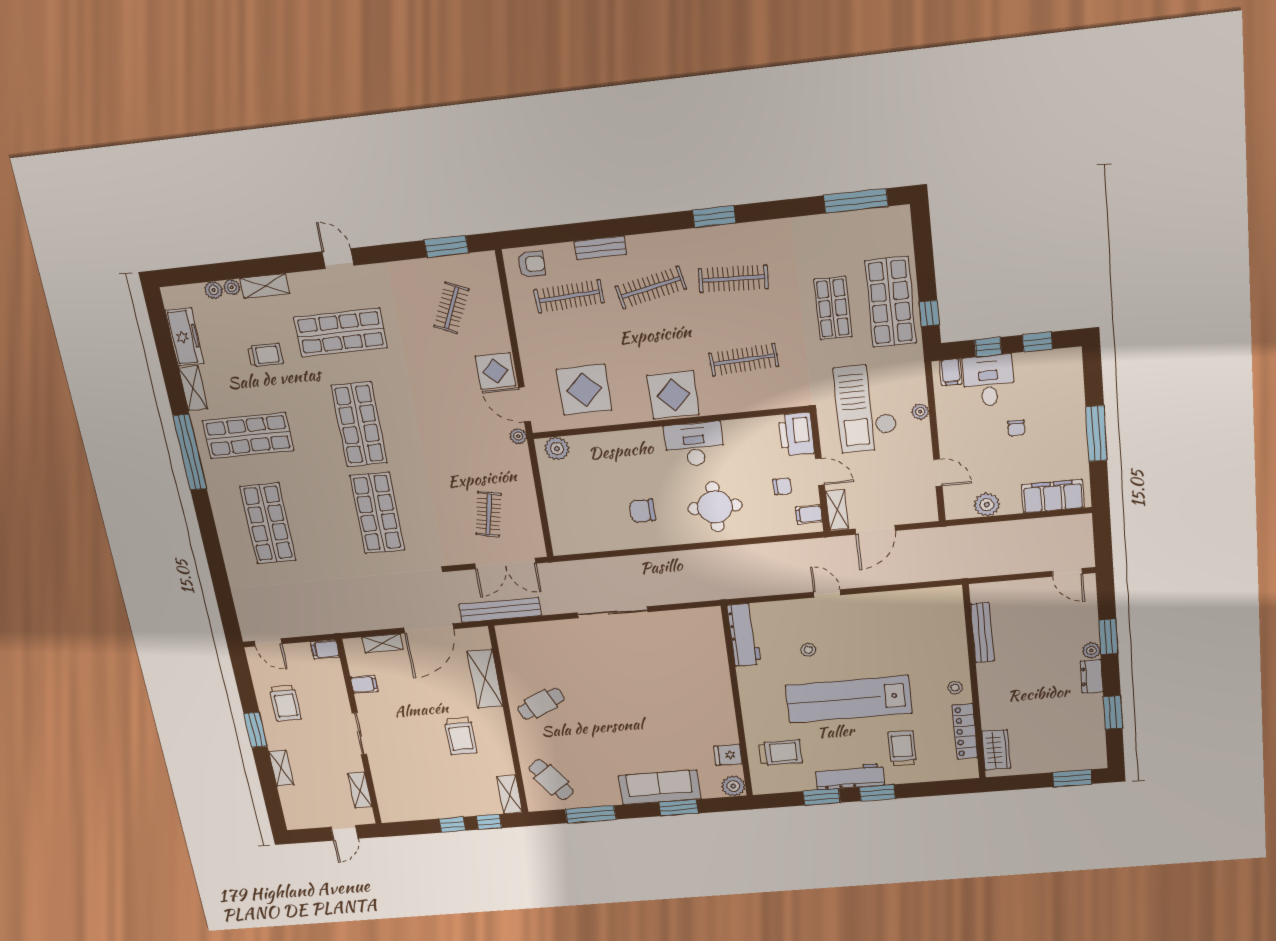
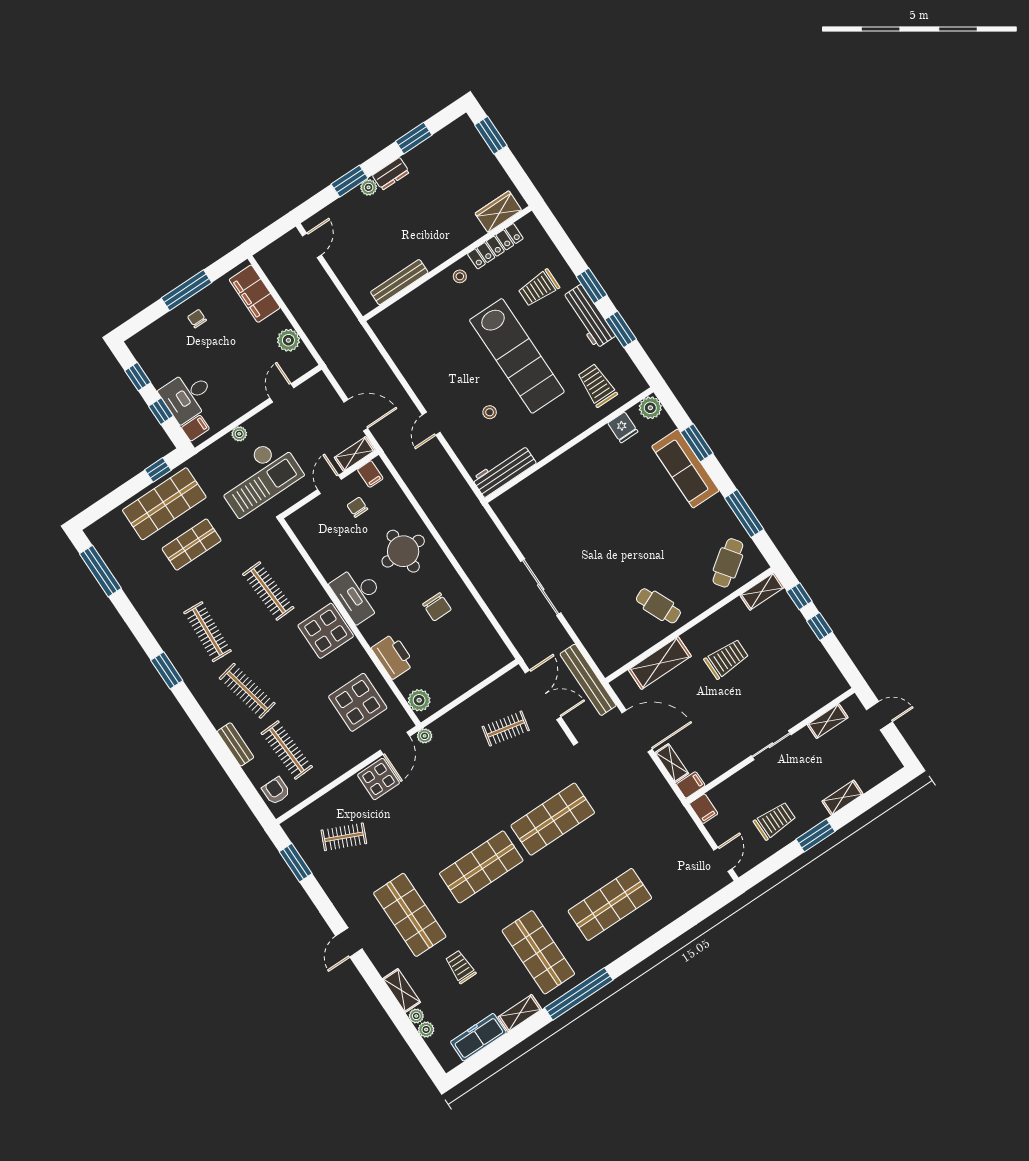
chair: (1016, 428) -> (197, 319), moved, turned -90
printer: (796, 434) -> (393, 656), moved, turned -90
filing cabinet: (364, 684) -> (691, 785), moved, turned 90

